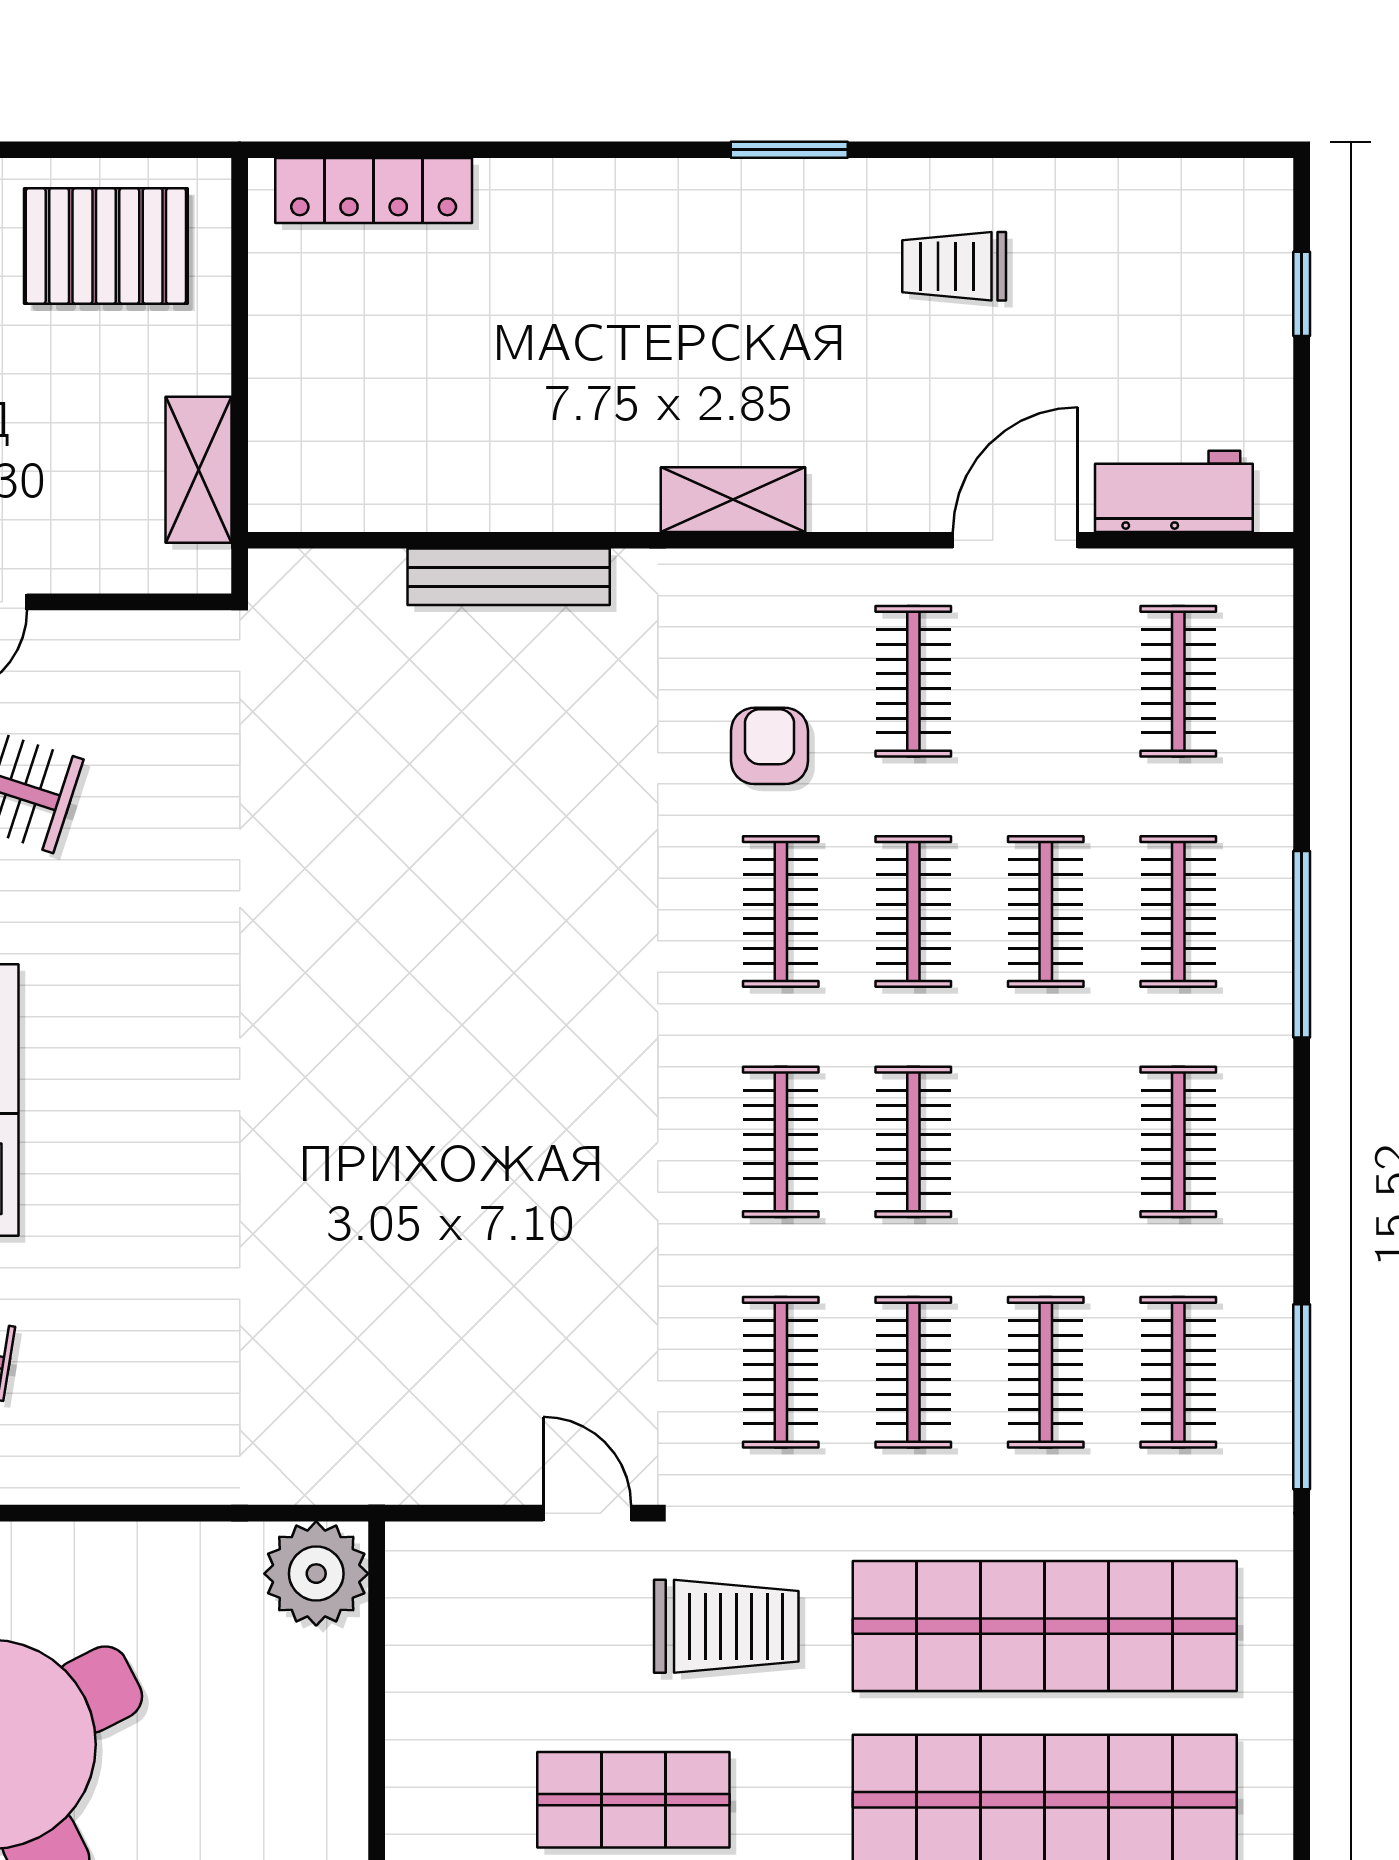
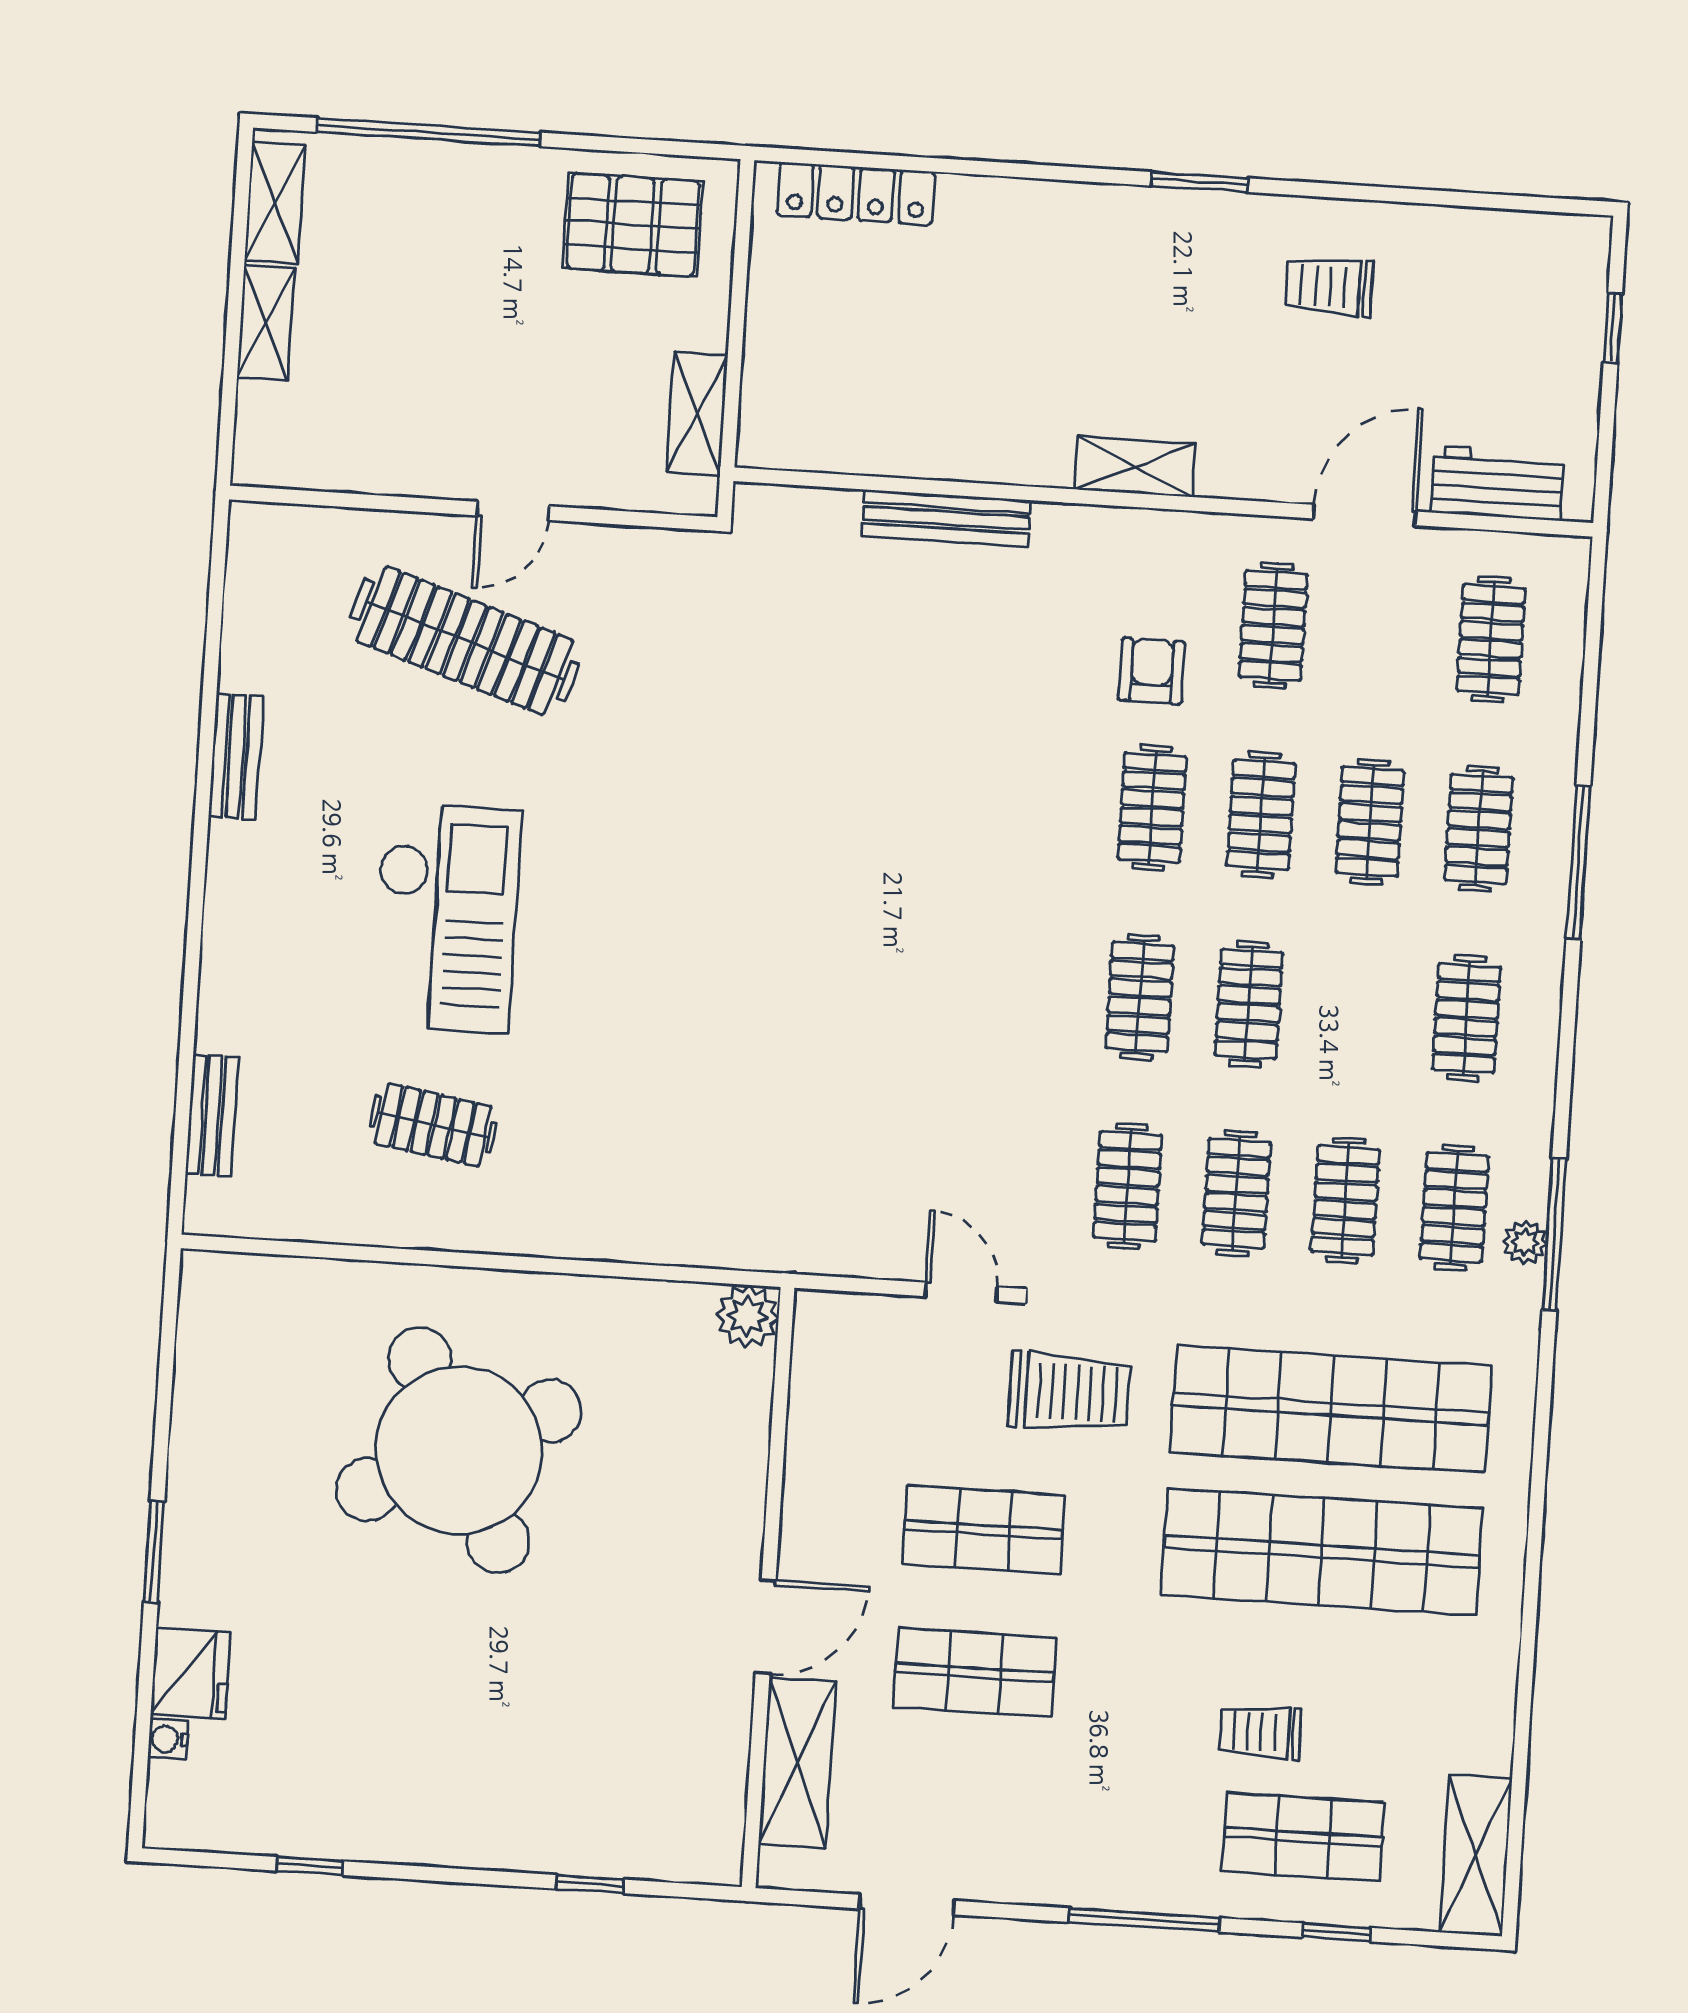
plant: (1267, 1409) -> (1525, 1243), added
plant: (316, 1574) -> (747, 1316), width x0.73, depth x0.73

